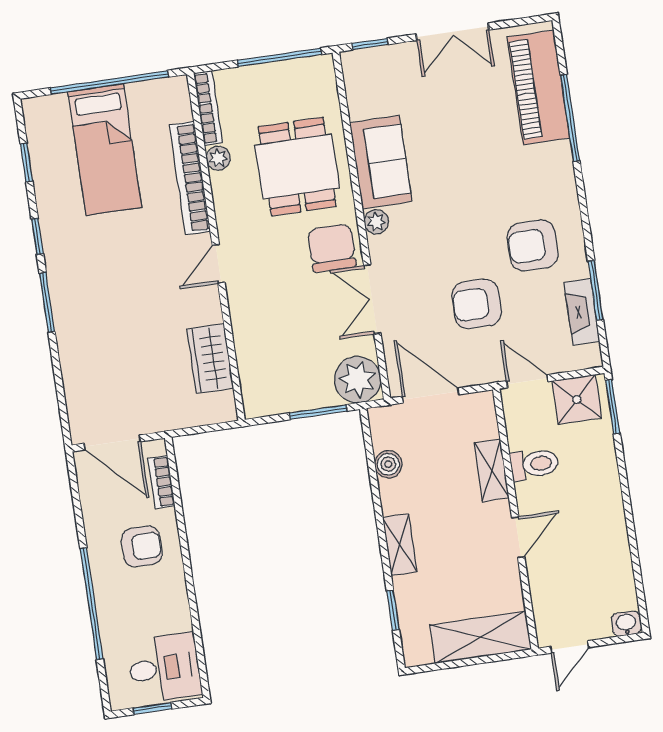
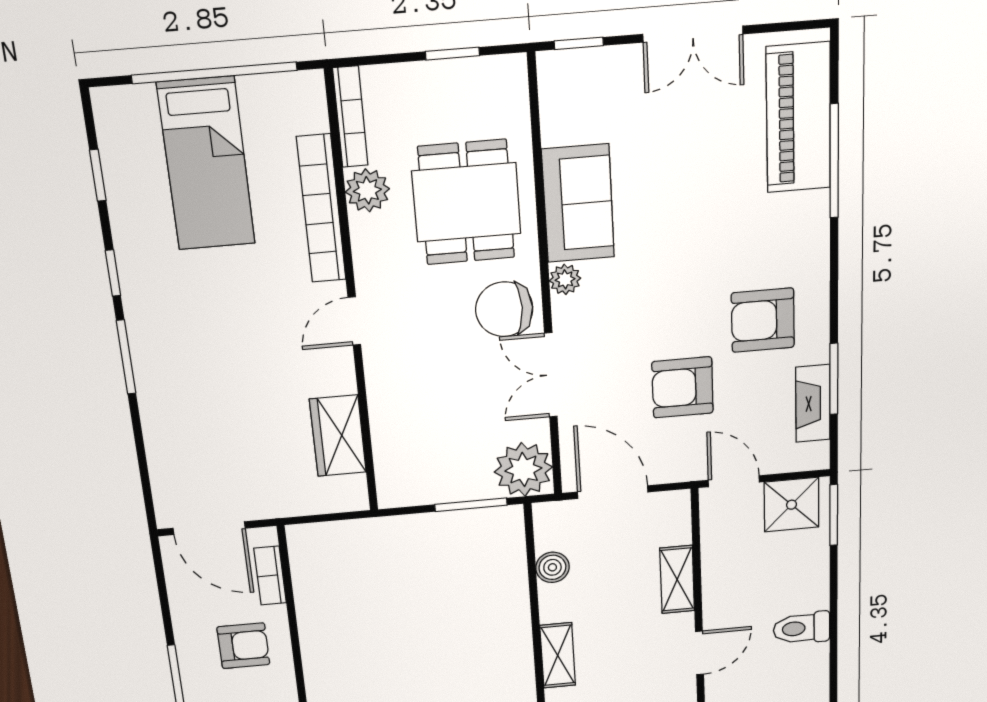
window: (279, 57) -> (452, 54), width x0.46
plant: (218, 158) -> (367, 190), width x1.38, depth x1.38
chair: (332, 248) -> (504, 309), turned -90
toilet: (534, 464) -> (802, 628), moved, turned 180

